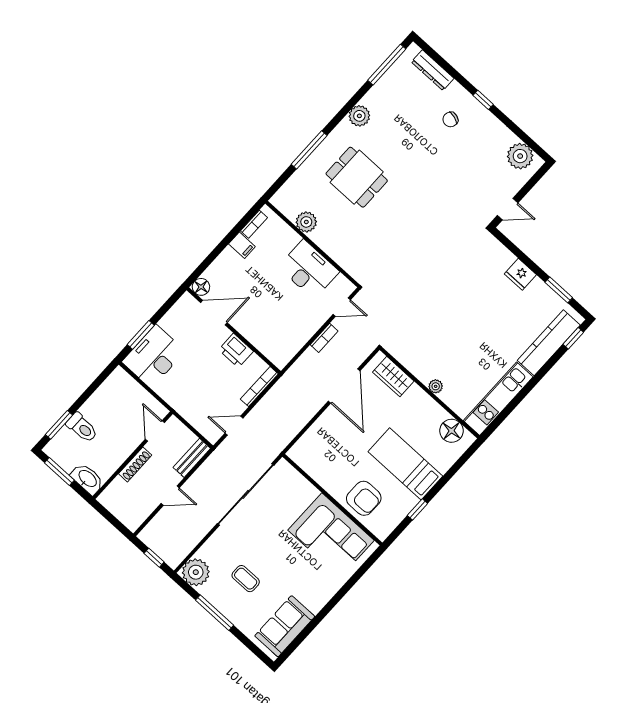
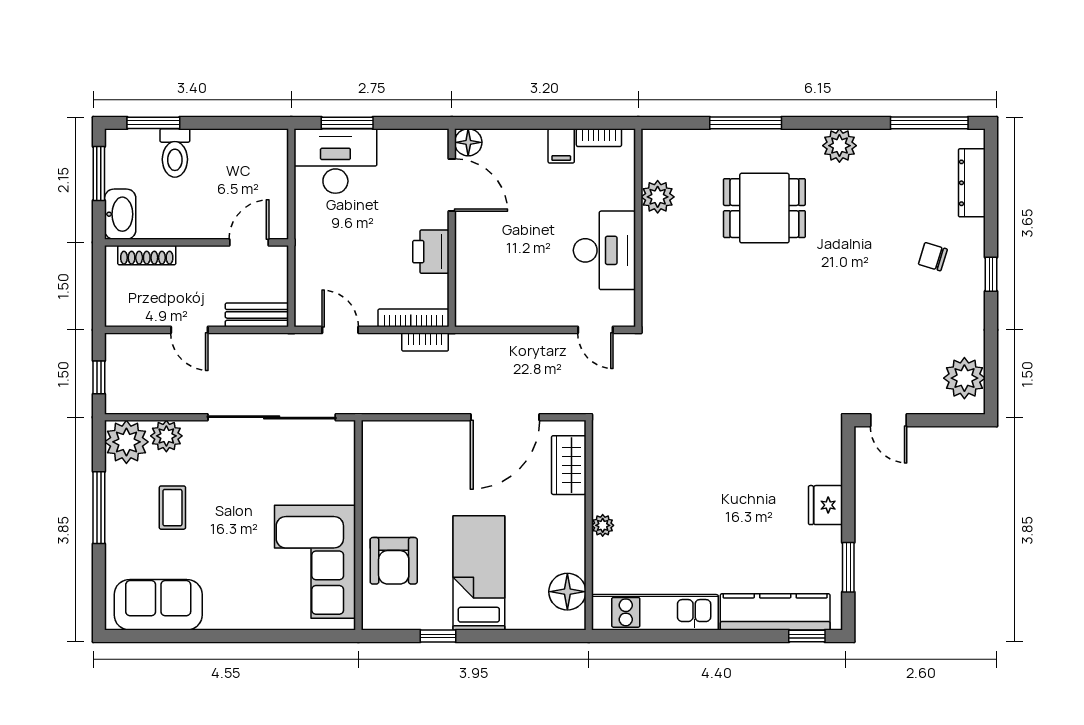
dining table: (357, 177) -> (764, 208), turned 90
bookcase: (324, 338) -> (425, 342), moved
shoe rack: (135, 464) -> (147, 255), moved
plant: (210, 551) -> (166, 436), added

